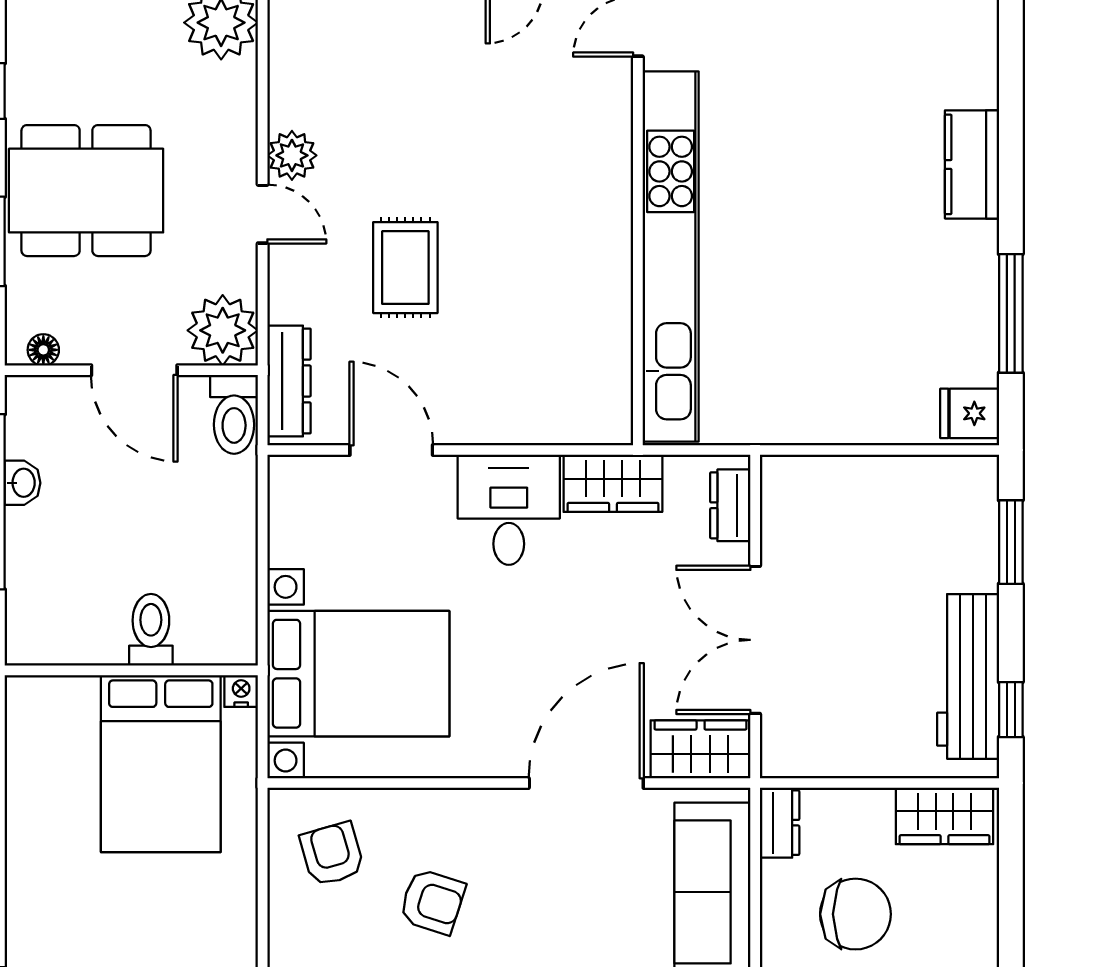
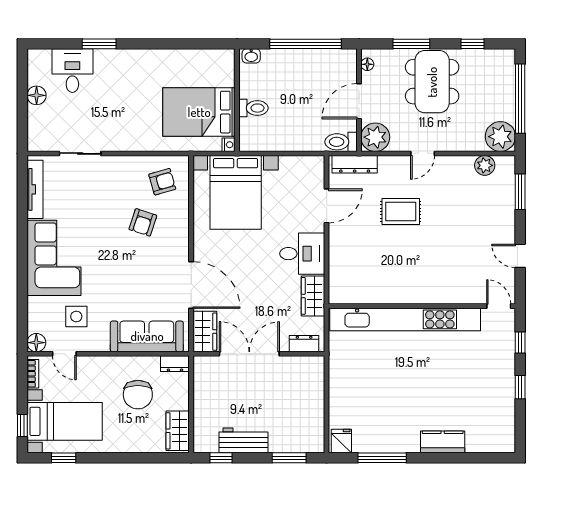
plant: (292, 155) -> (485, 165), moved
washbasin: (23, 483) -> (251, 56), moved
workbench: (968, 676) -> (244, 440), width x0.73

